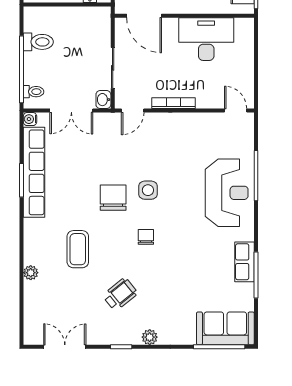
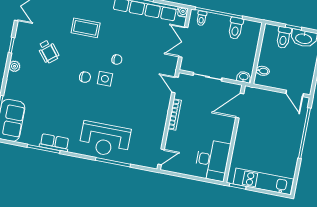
desk: (206, 39) -> (212, 160), moved
washbasin: (103, 100) -> (244, 77), moved
side table: (148, 190) -> (105, 79), moved
chair: (113, 198) -> (117, 60), width x0.54, depth x0.54

